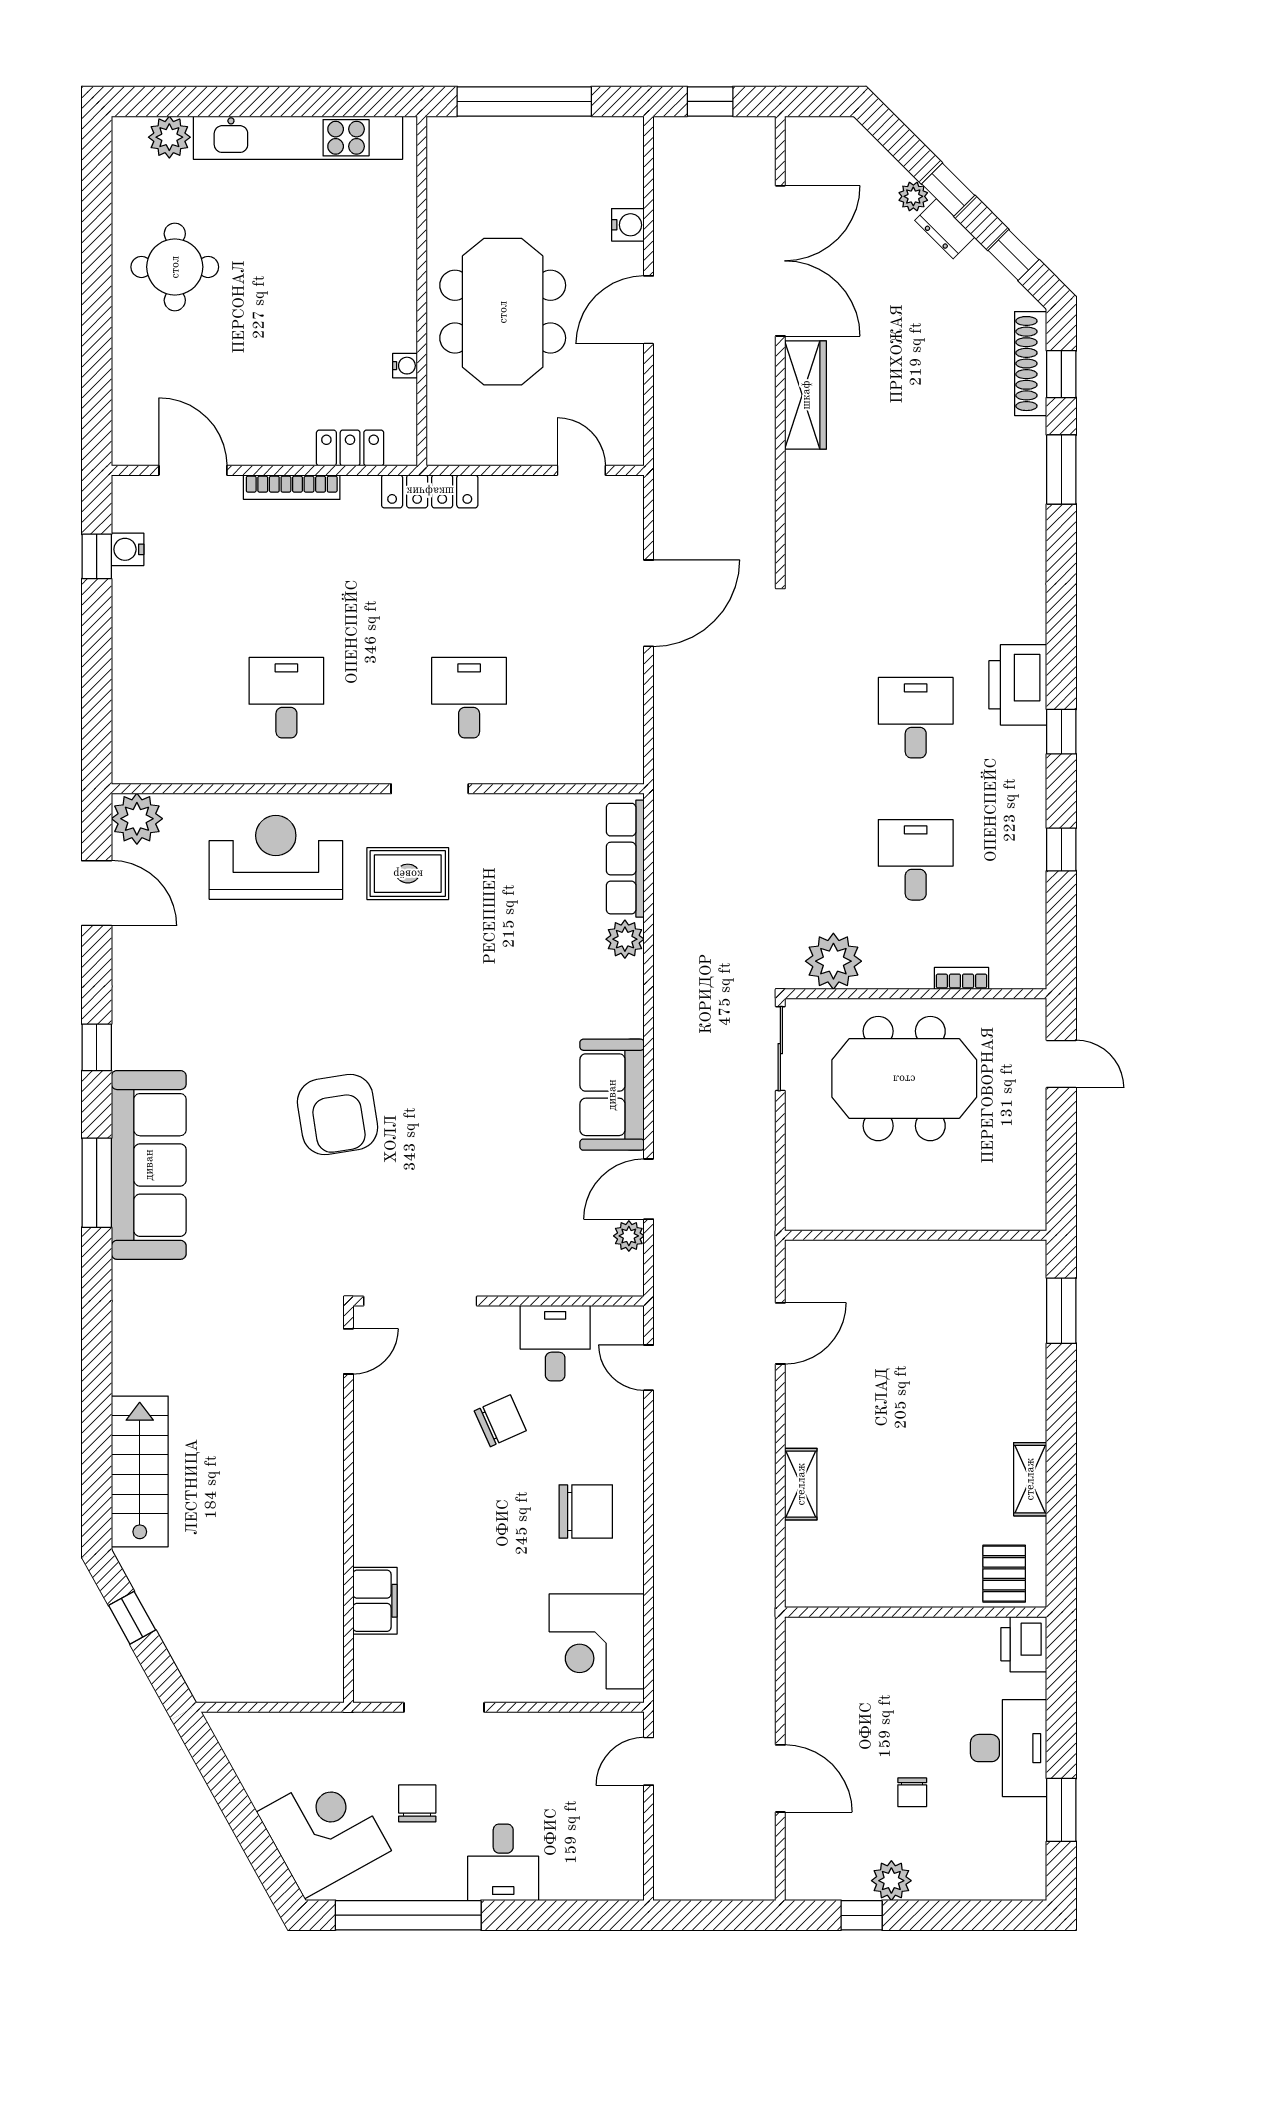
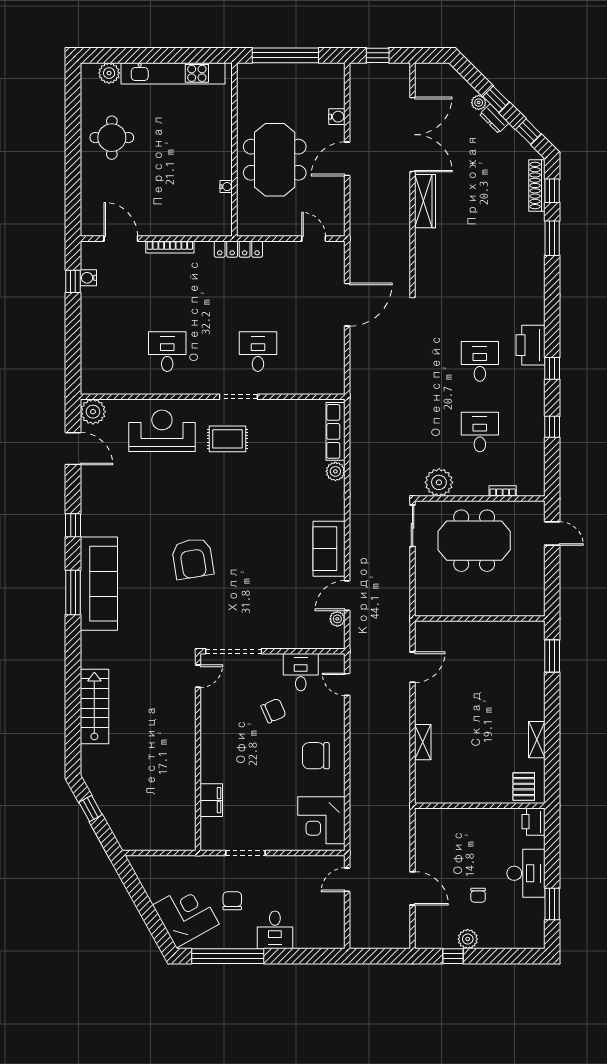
locker: (350, 448) -> (199, 227), removed
stairs: (140, 1471) -> (94, 707), moved
chair: (586, 1512) -> (316, 756), turned 180

